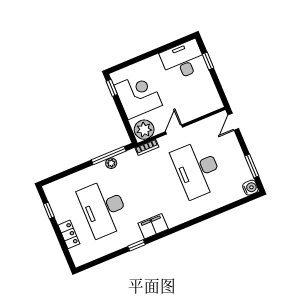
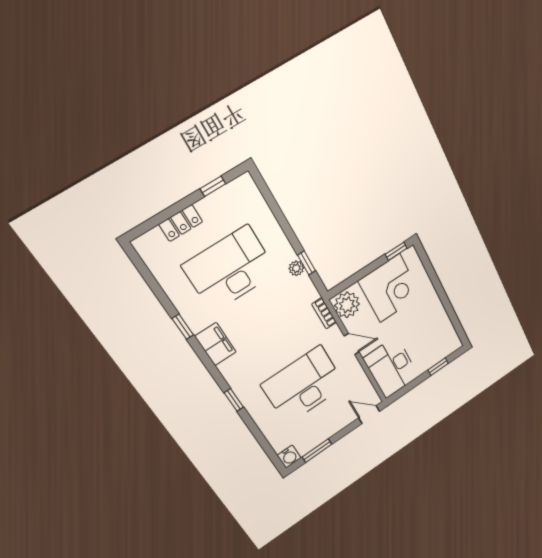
desk: (183, 60) -> (391, 367), moved, turned 180
window: (109, 155) -> (307, 263), width x0.46
window: (196, 221) -> (234, 400), added

